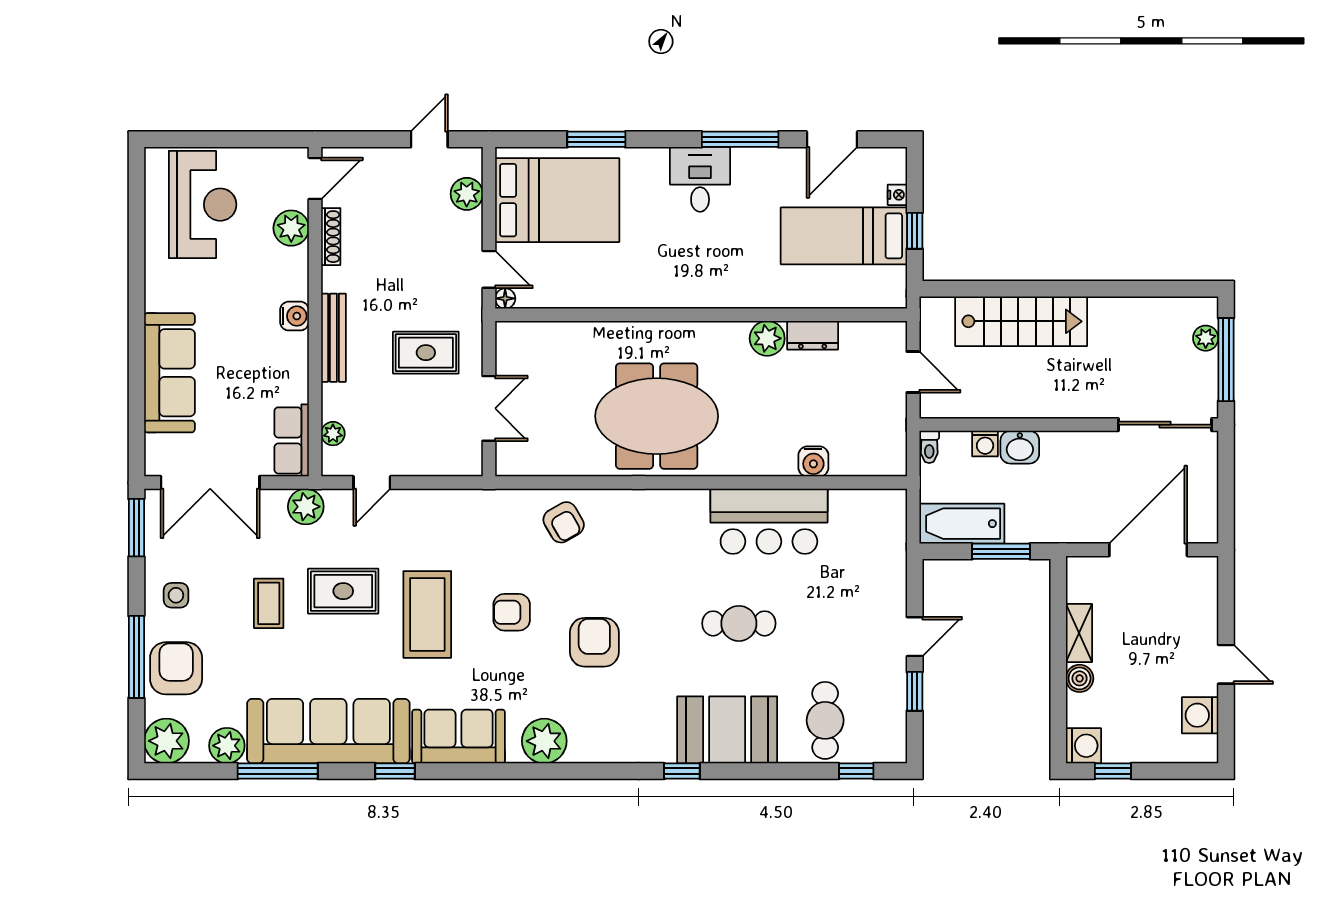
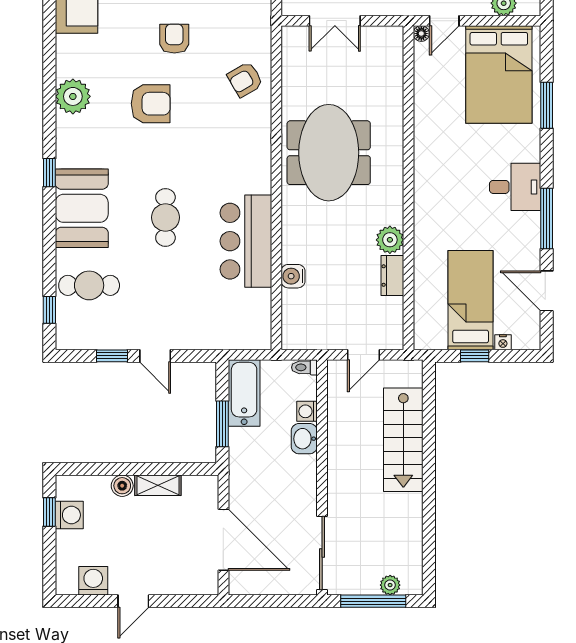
plant: (544, 741) -> (73, 96), moved
washing machine: (1083, 746) -> (69, 515), moved, turned -90

